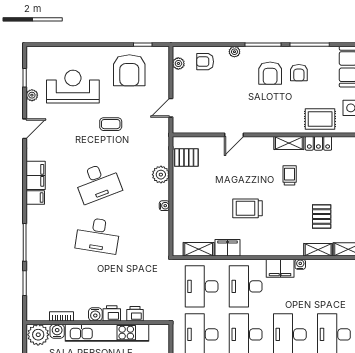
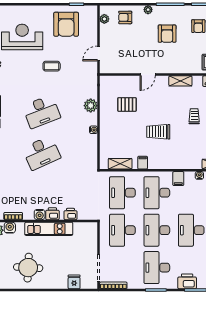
armchair: (270, 73) -> (167, 34), moved
shelving: (289, 143) -> (180, 81), moved
pallet: (186, 158) -> (127, 104), moved
trolley: (290, 175) -> (194, 116), moved
desk: (98, 235) -> (41, 153), turned -33
filing cabinet: (227, 248) -> (143, 163), width x0.50
filing cabinet: (280, 268) -> (178, 179), width x0.50
kitchen unit: (107, 333) -> (49, 229), width x0.73

